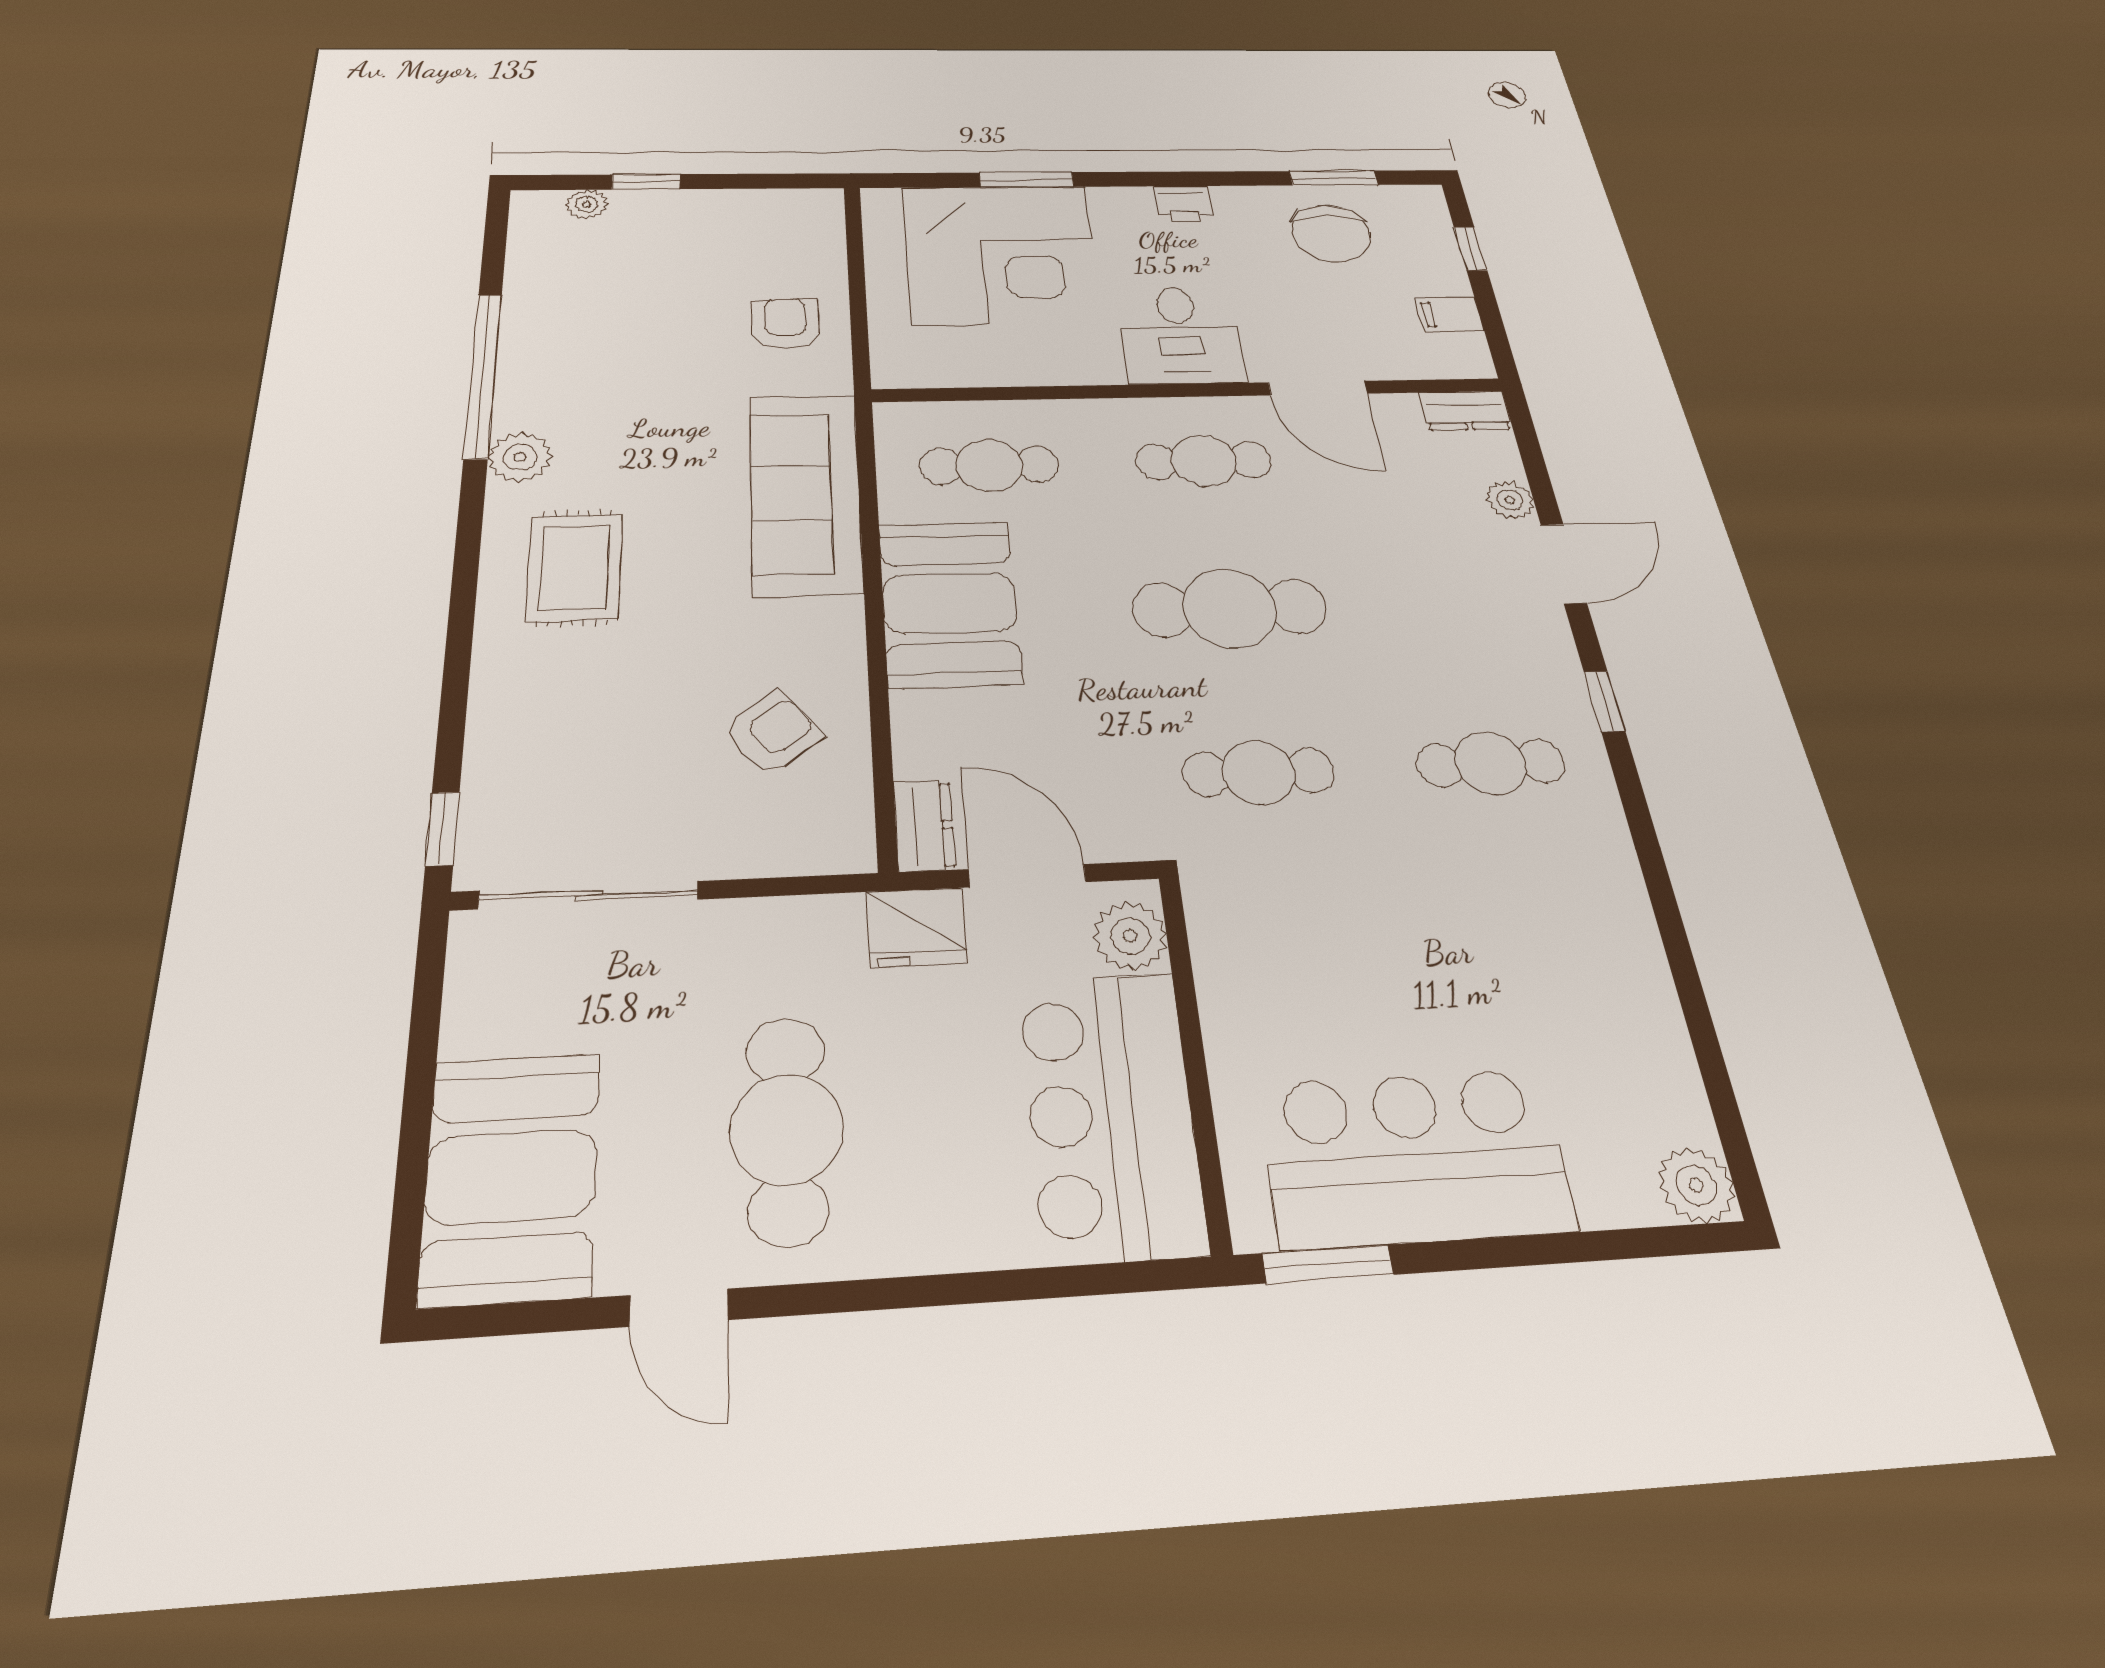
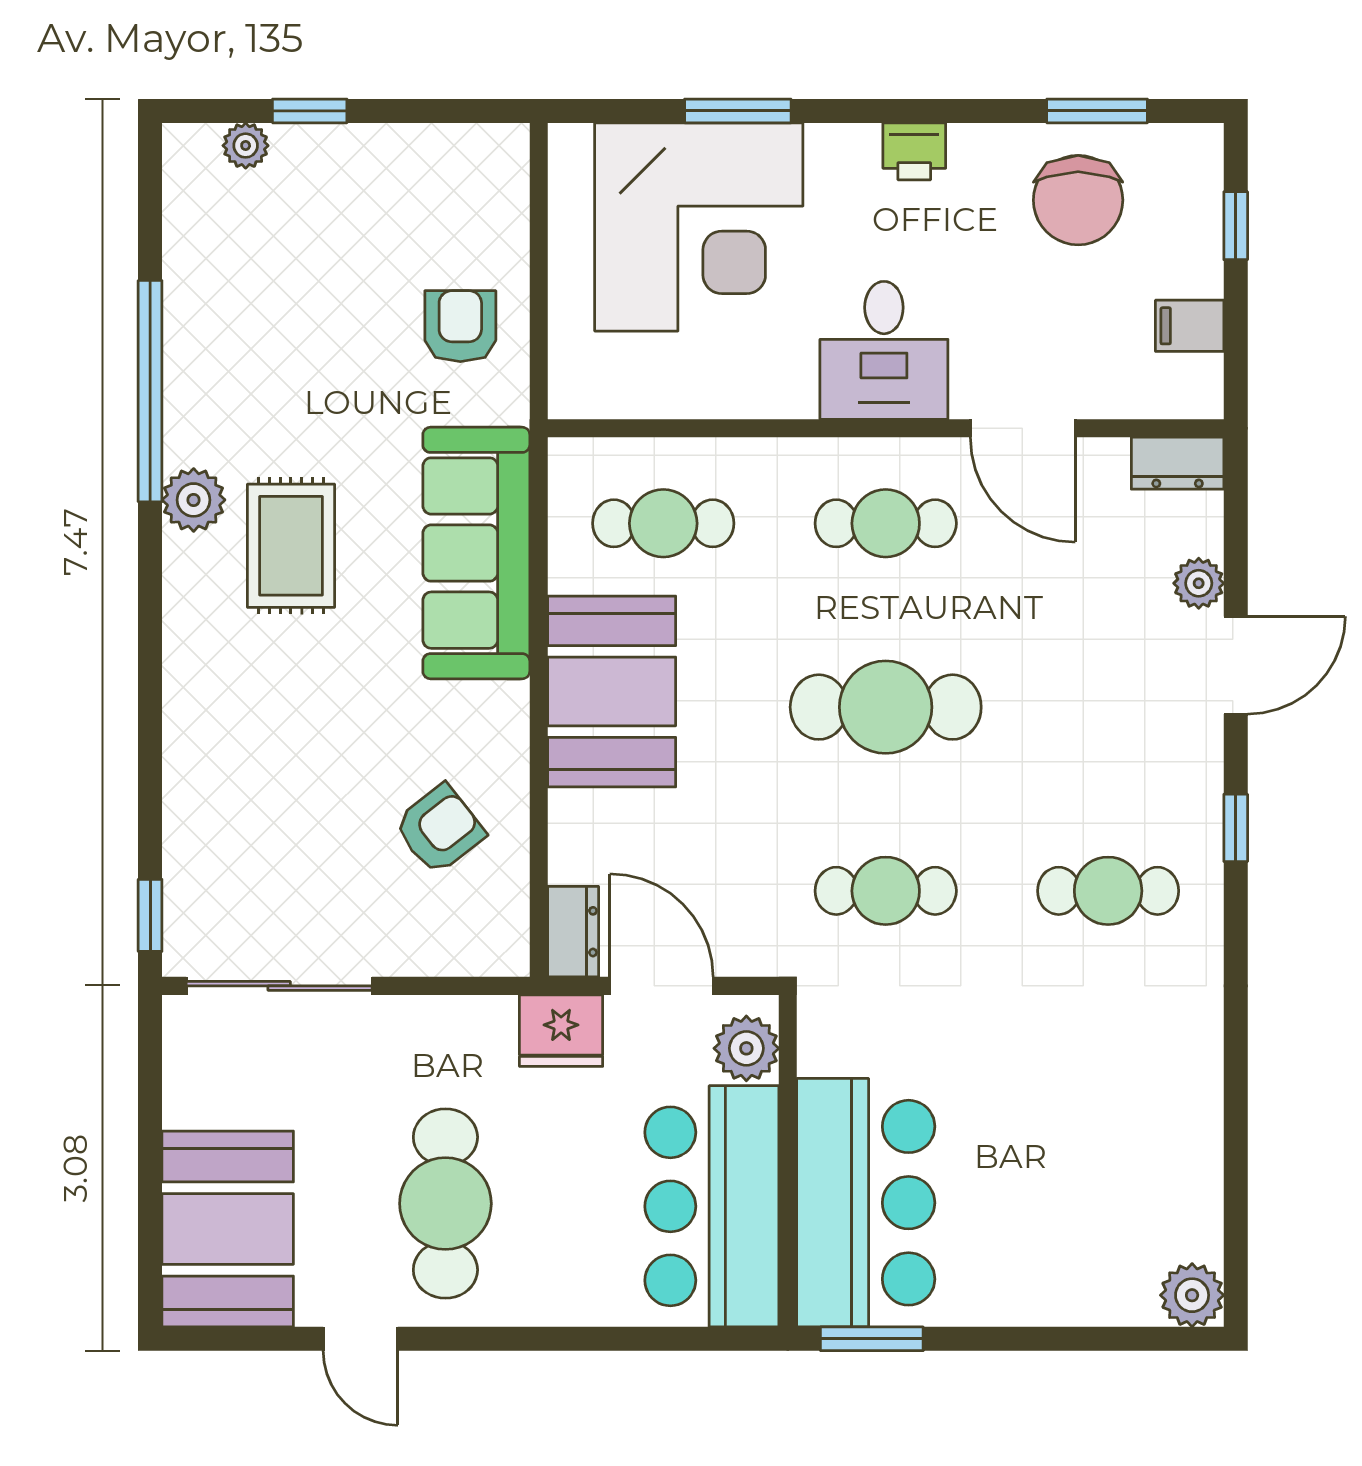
rug: (575, 567) -> (291, 546), moved
bar counter: (1415, 1158) -> (866, 1203), moved, turned 90

